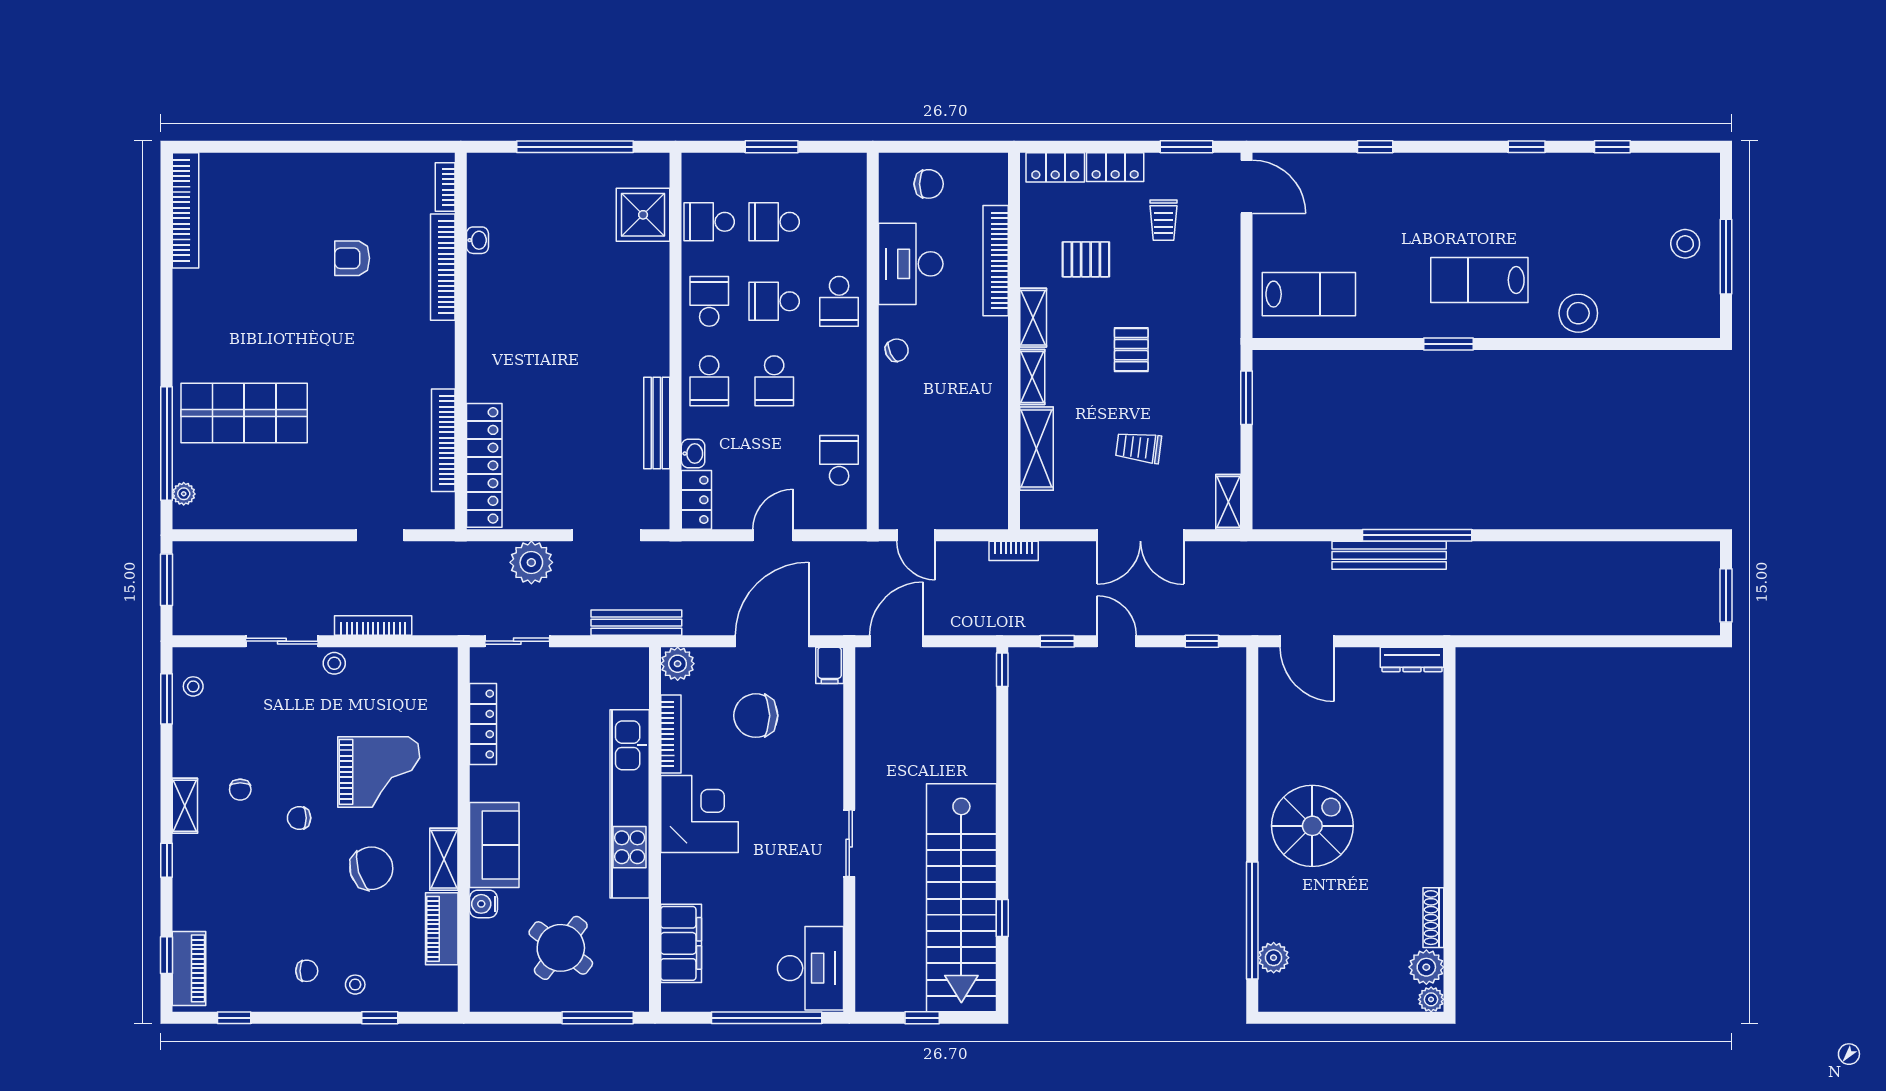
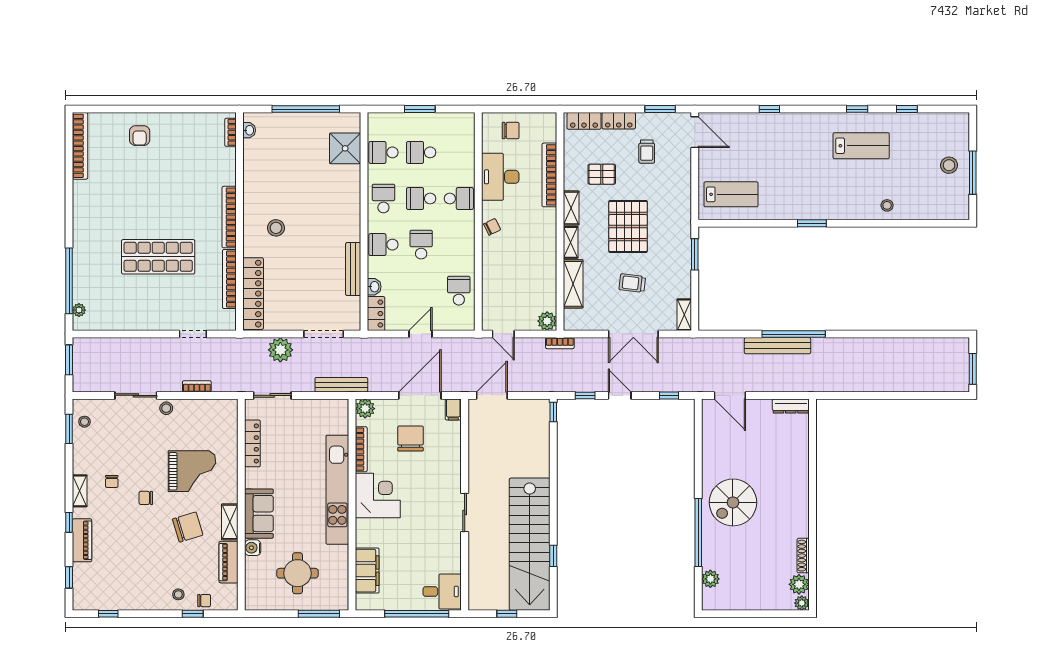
washbasin: (477, 240) -> (249, 130), moved
armchair: (352, 258) -> (140, 136), moved, turned -90
bookcase: (443, 267) -> (229, 217), moved
lab bench: (1479, 280) -> (861, 146), moved, turned 180
school desk: (839, 301) -> (459, 199), turned -90
stool: (1578, 313) -> (887, 205), width x0.53, depth x0.53
pallet: (1131, 350) -> (628, 226), width x2.05, depth x2.00
stool: (524, 352) -> (276, 228), added
school desk: (709, 381) -> (383, 245), turned 90
school desk: (774, 381) -> (421, 245), turned 180
shop shelf: (244, 413) -> (158, 257), moved
plant: (992, 513) -> (547, 321), added
bookcase: (373, 625) -> (197, 386), width x0.64
chair: (756, 716) -> (411, 439), turned 90
spiral stairs: (1312, 826) -> (733, 502), turned 180
window: (1252, 921) -> (698, 532), moved
round table: (561, 948) -> (297, 573), turned -37
piano: (189, 968) -> (82, 540), moved
desk: (810, 968) -> (442, 591), width x0.73
chair: (307, 971) -> (204, 601), moved

